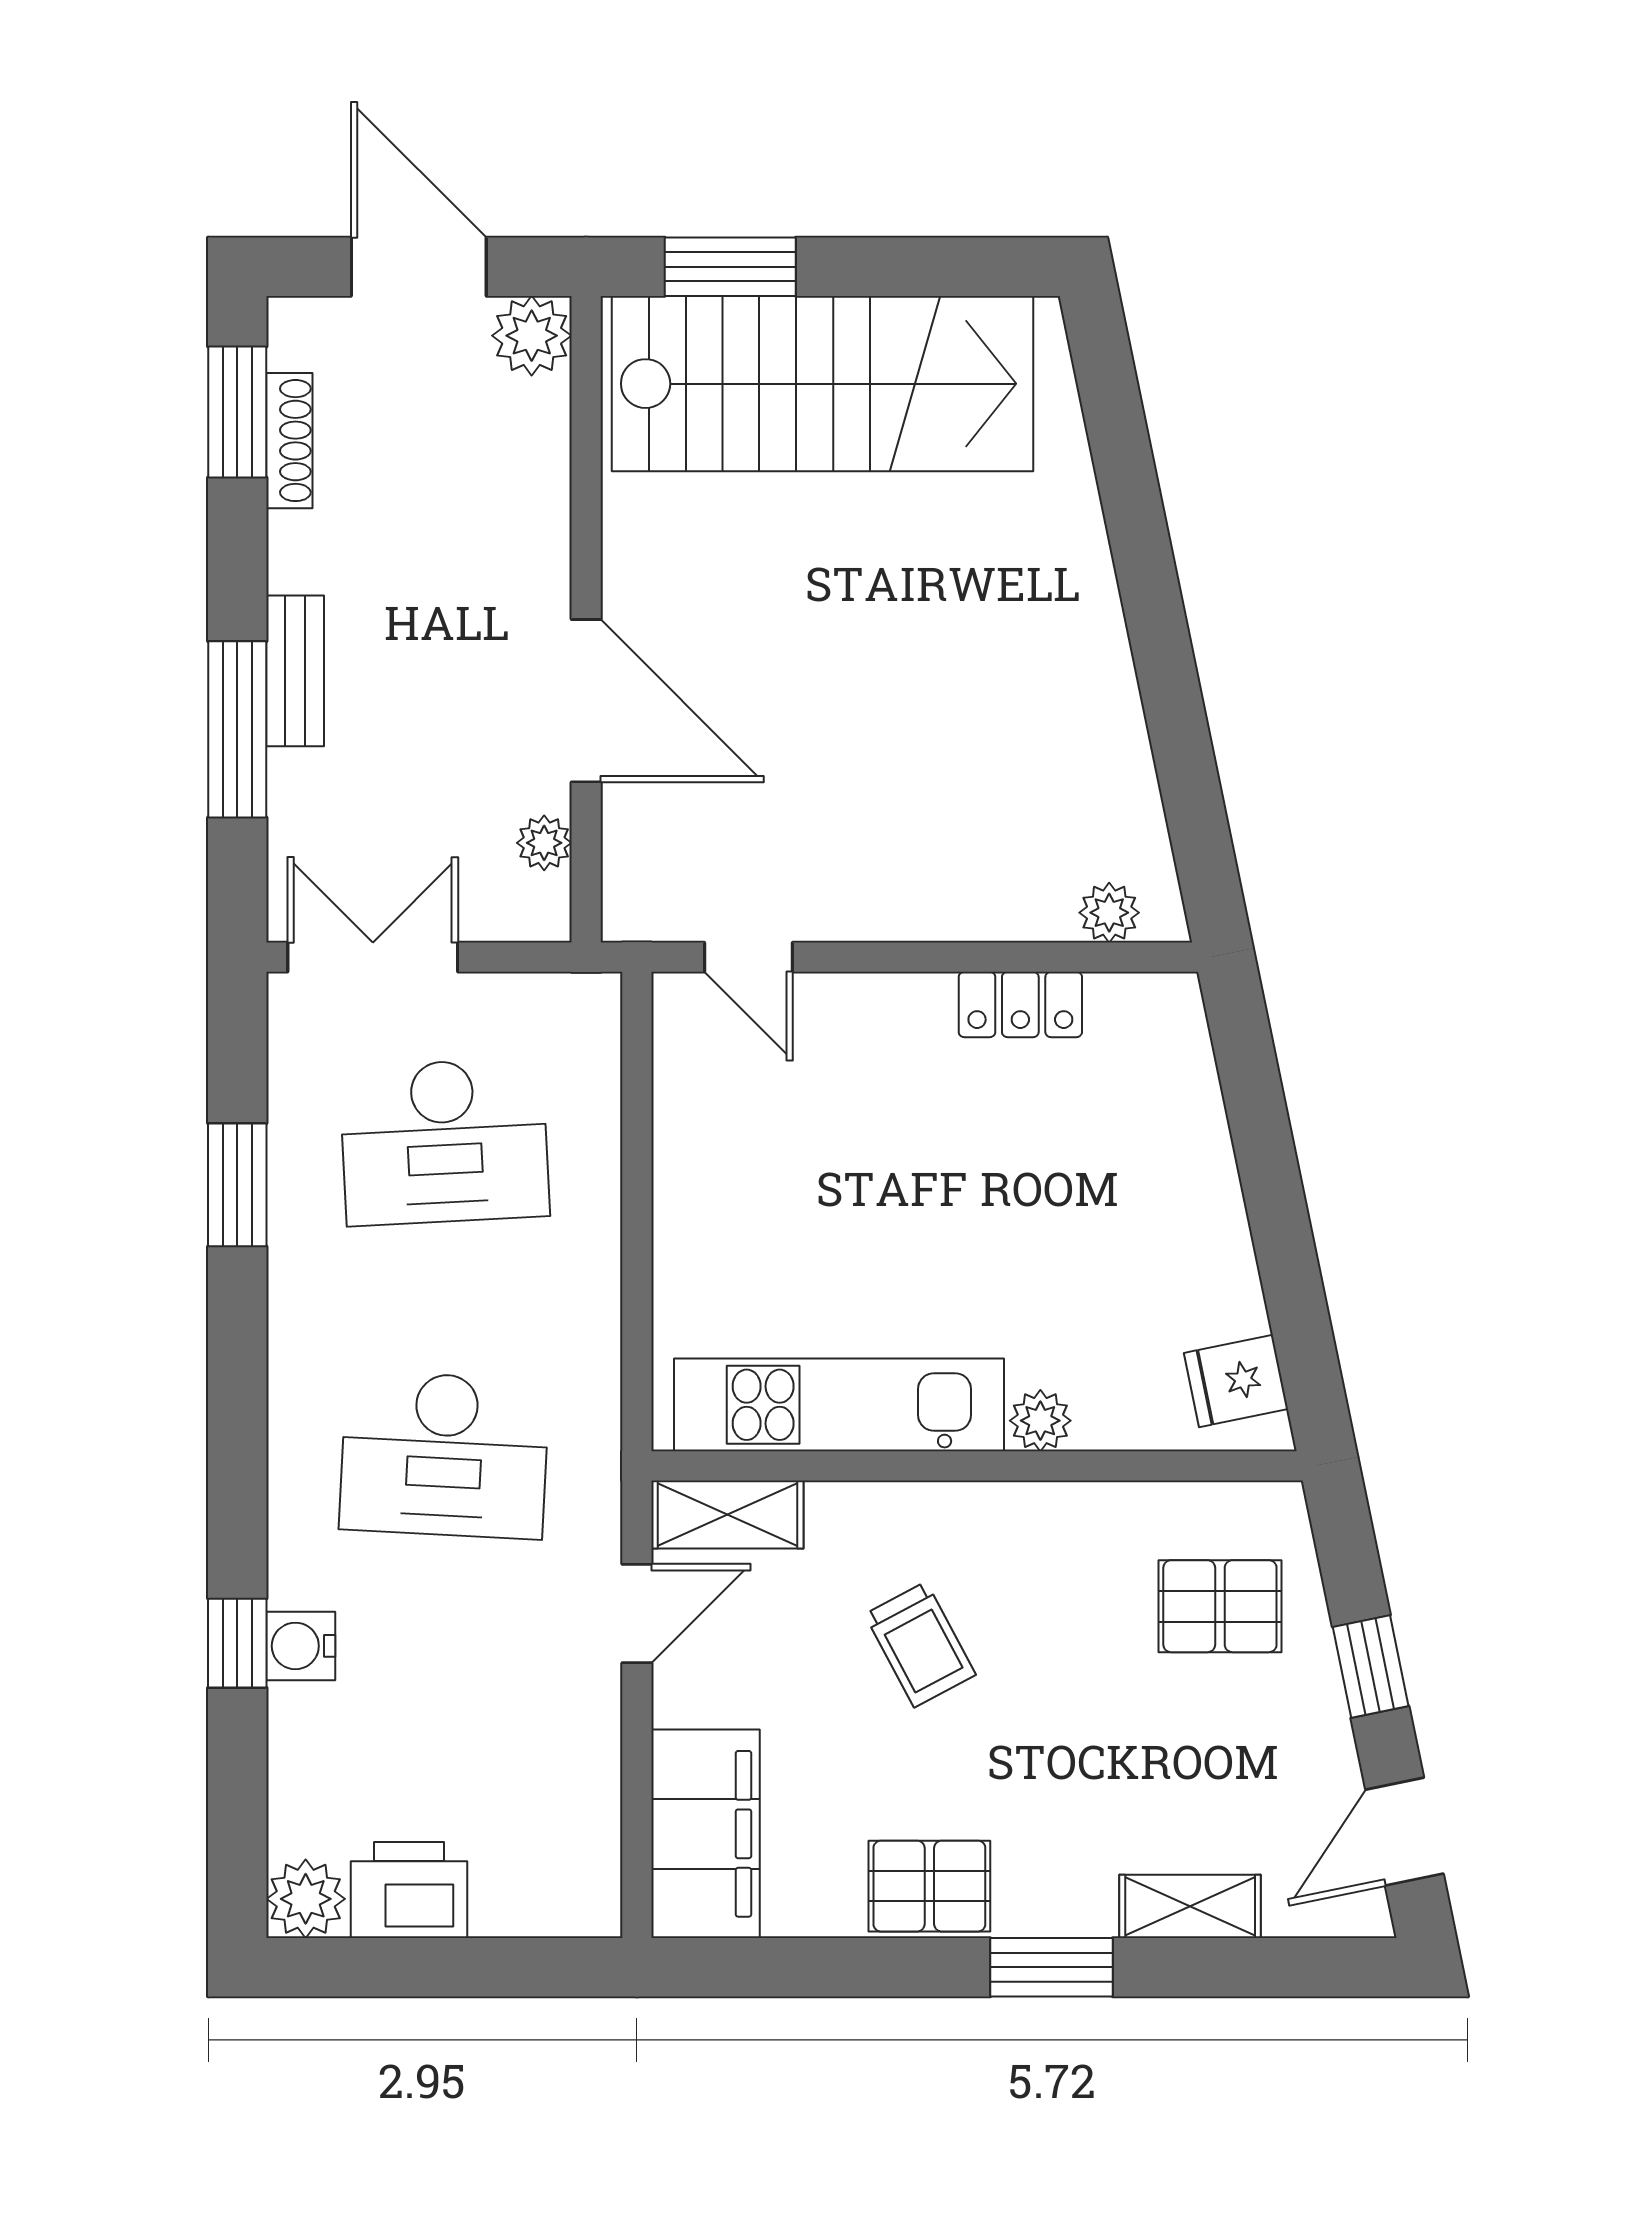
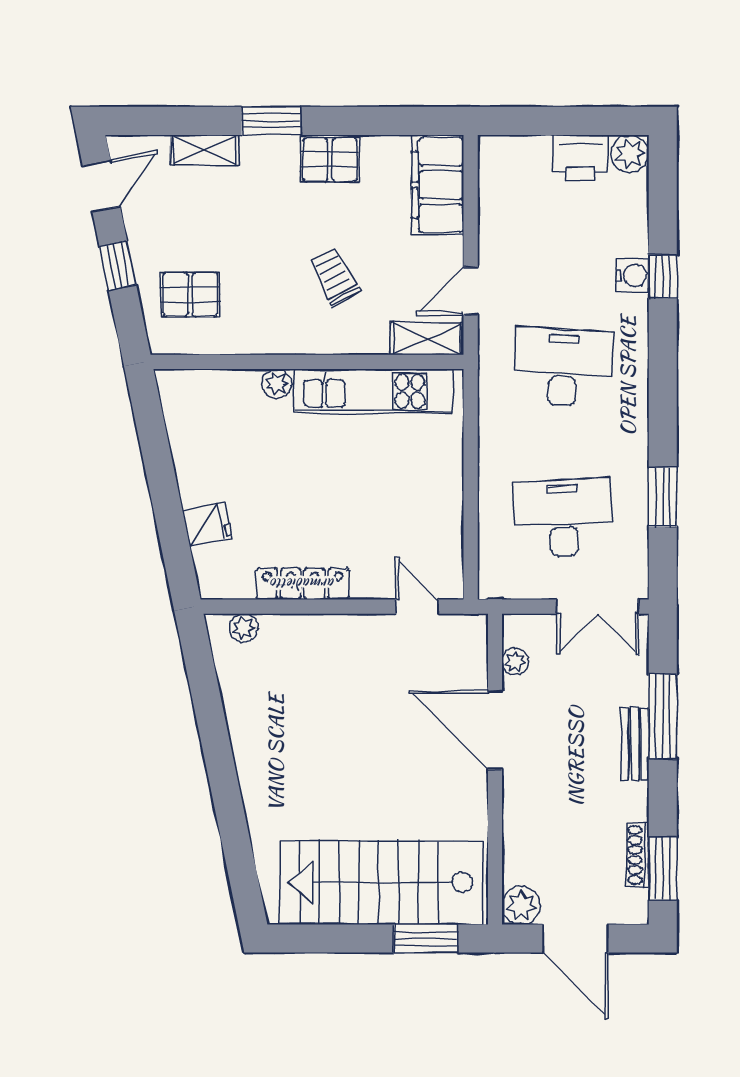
locker: (1020, 1004) -> (303, 584), width x1.53
fridge: (1236, 1381) -> (207, 524), moved

